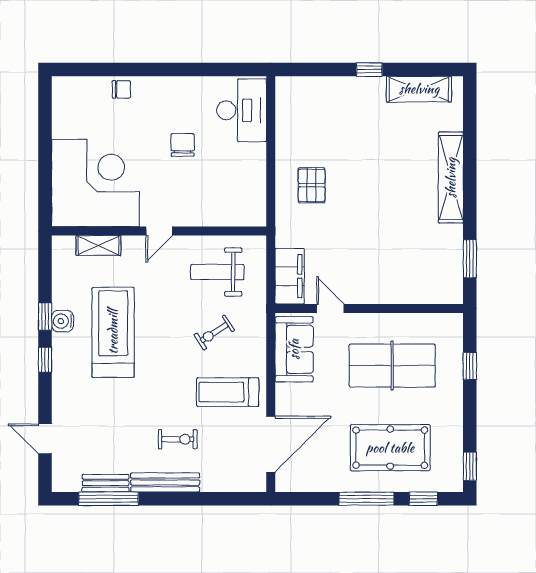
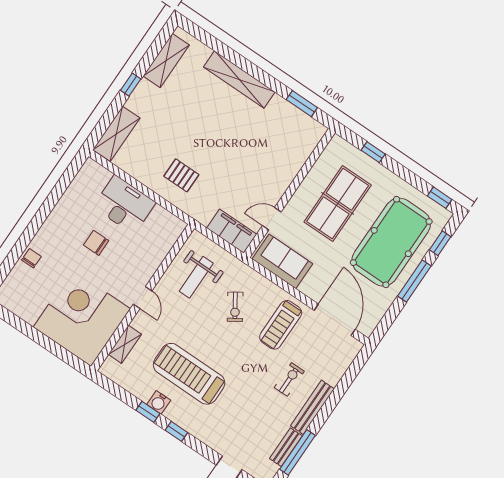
shelving: (309, 89) -> (116, 134), added
desk: (242, 110) -> (124, 205), moved
pool table: (390, 448) -> (391, 242), width x1.36, depth x1.32

